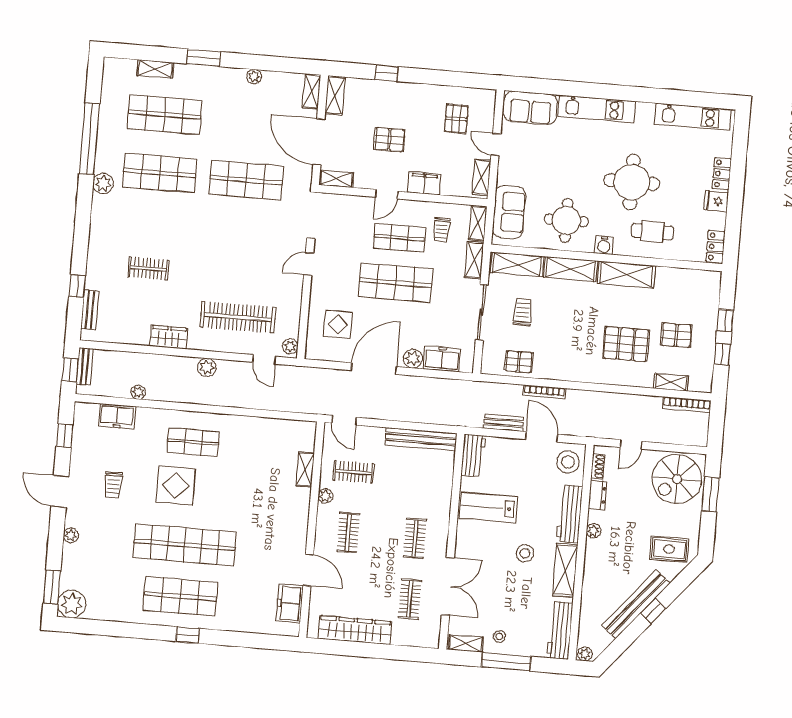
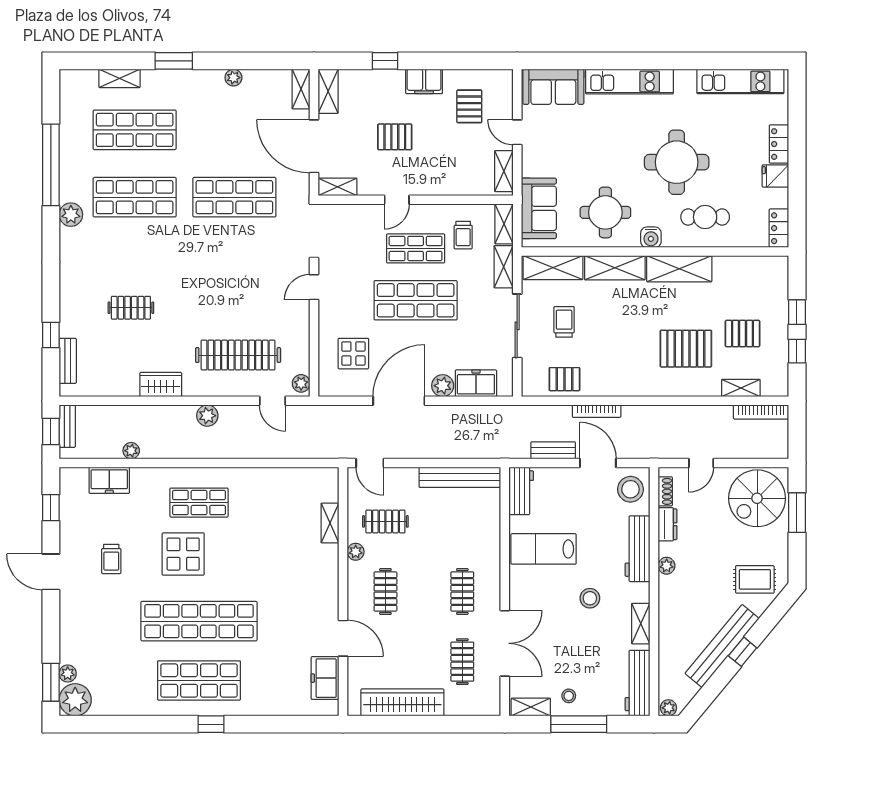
filing cabinet: (424, 183) -> (424, 81), moved, turned 180
plant: (71, 535) -> (68, 674), moved
shelving: (565, 570) -> (641, 624), width x0.67, depth x0.75

